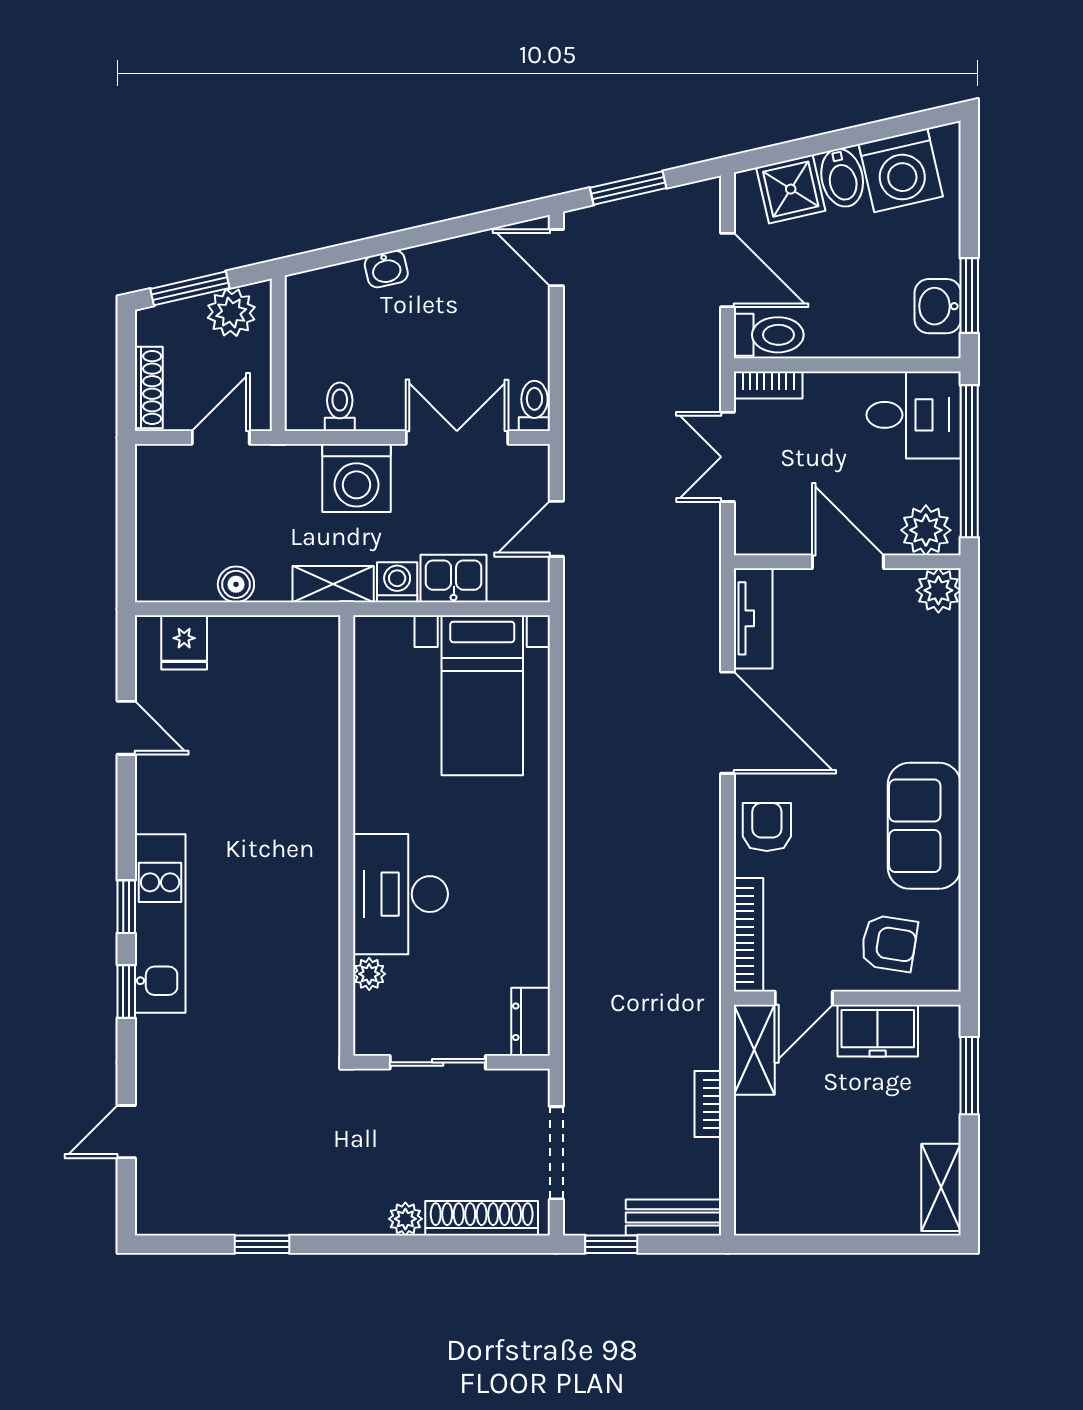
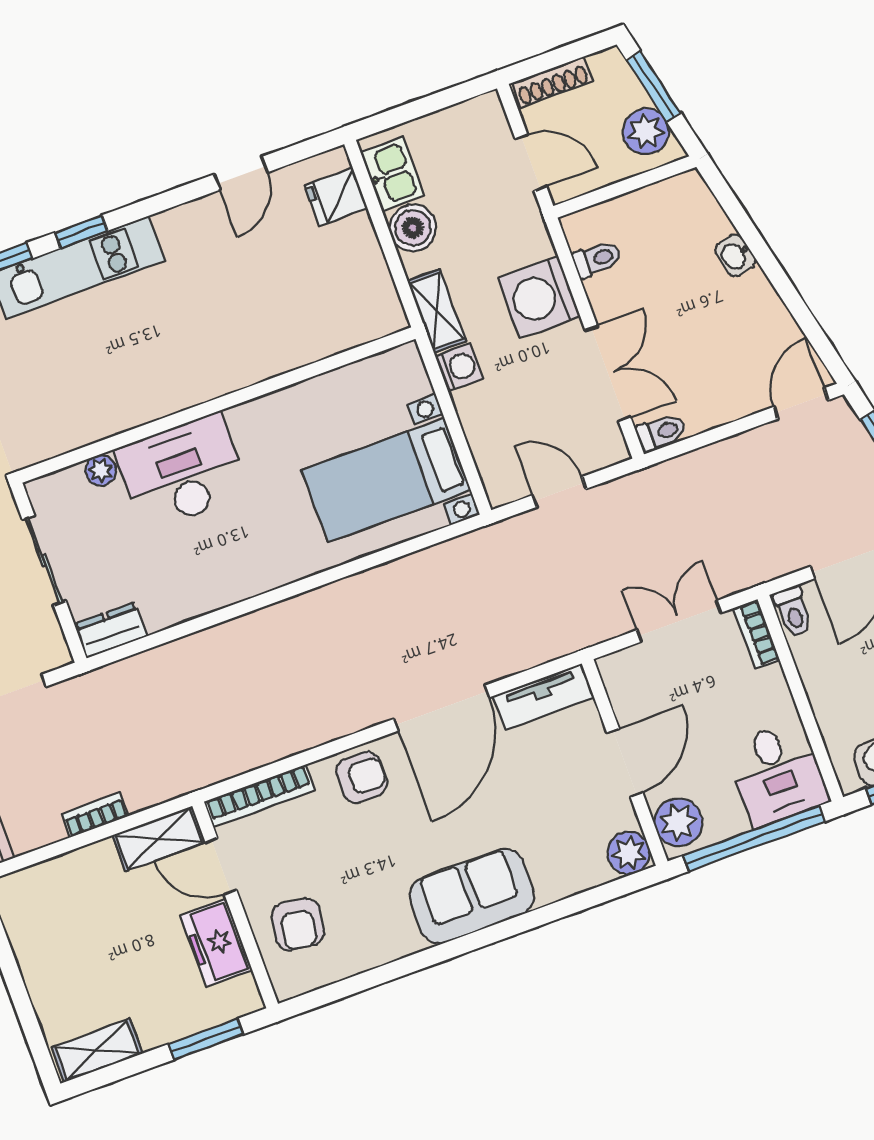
toilet: (769, 335) -> (793, 611), width x0.73, depth x0.72
kitchen sink: (454, 578) -> (392, 174), moved
boiler: (236, 584) -> (413, 228), width x1.36, depth x1.36
sofa: (924, 826) -> (472, 896), moved

